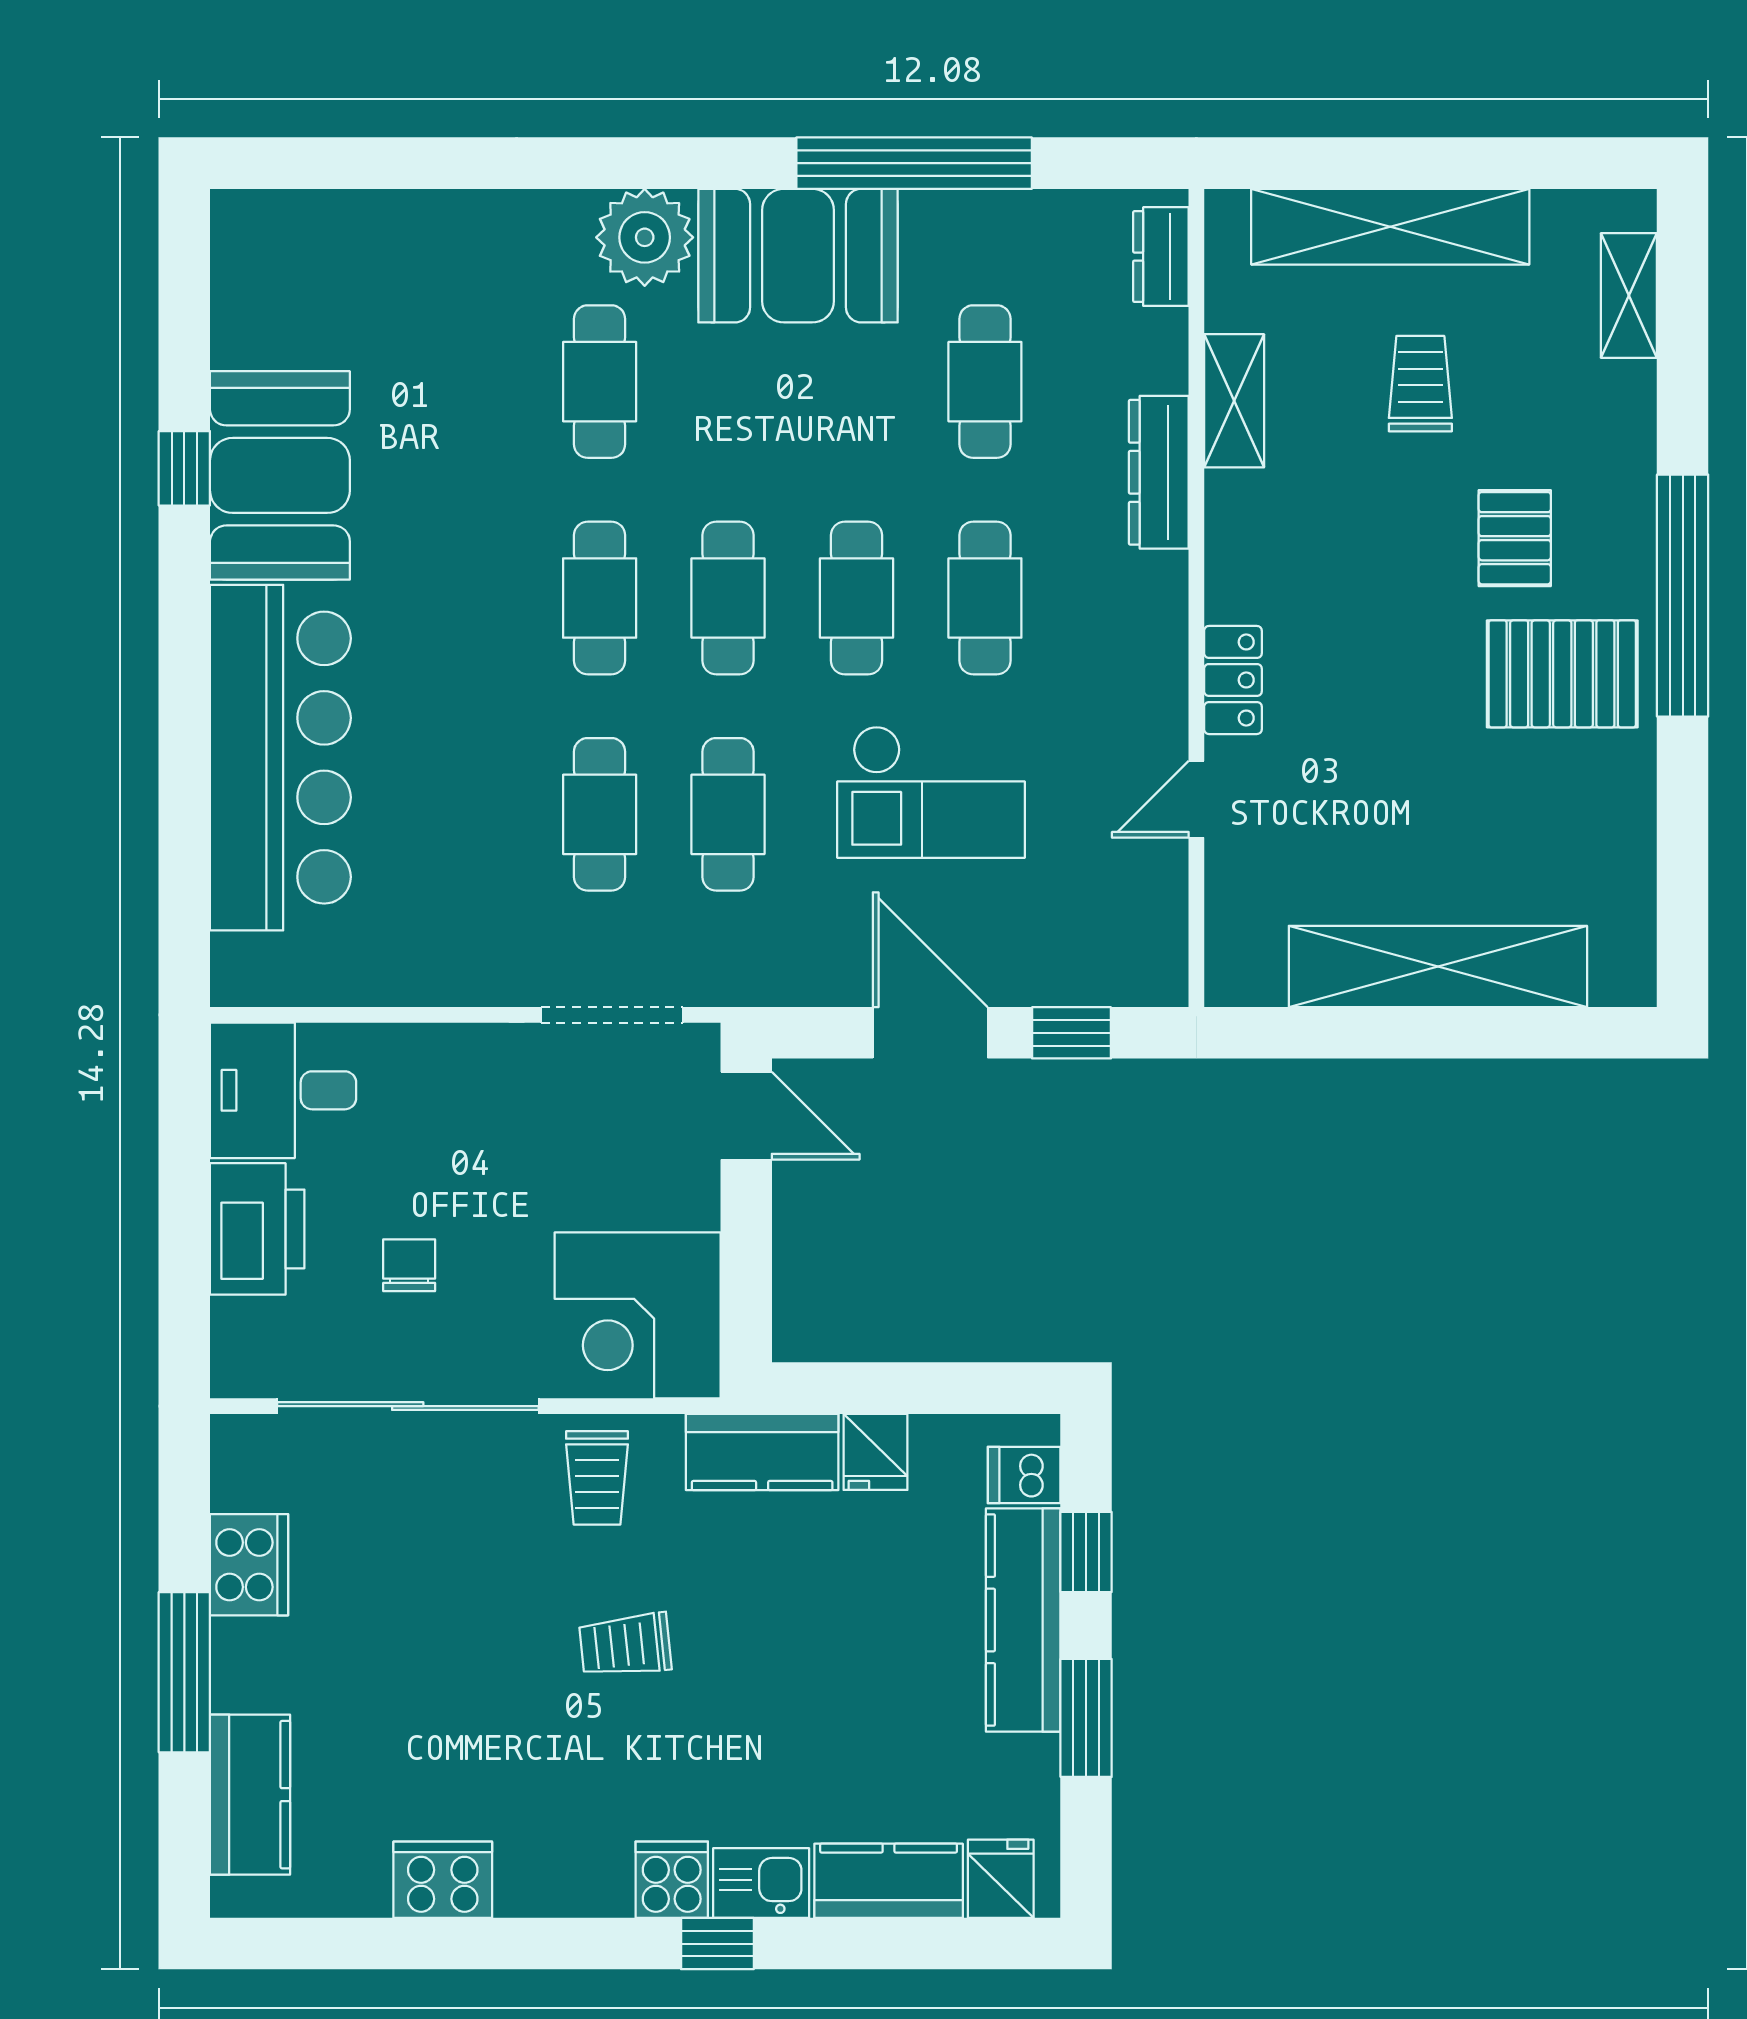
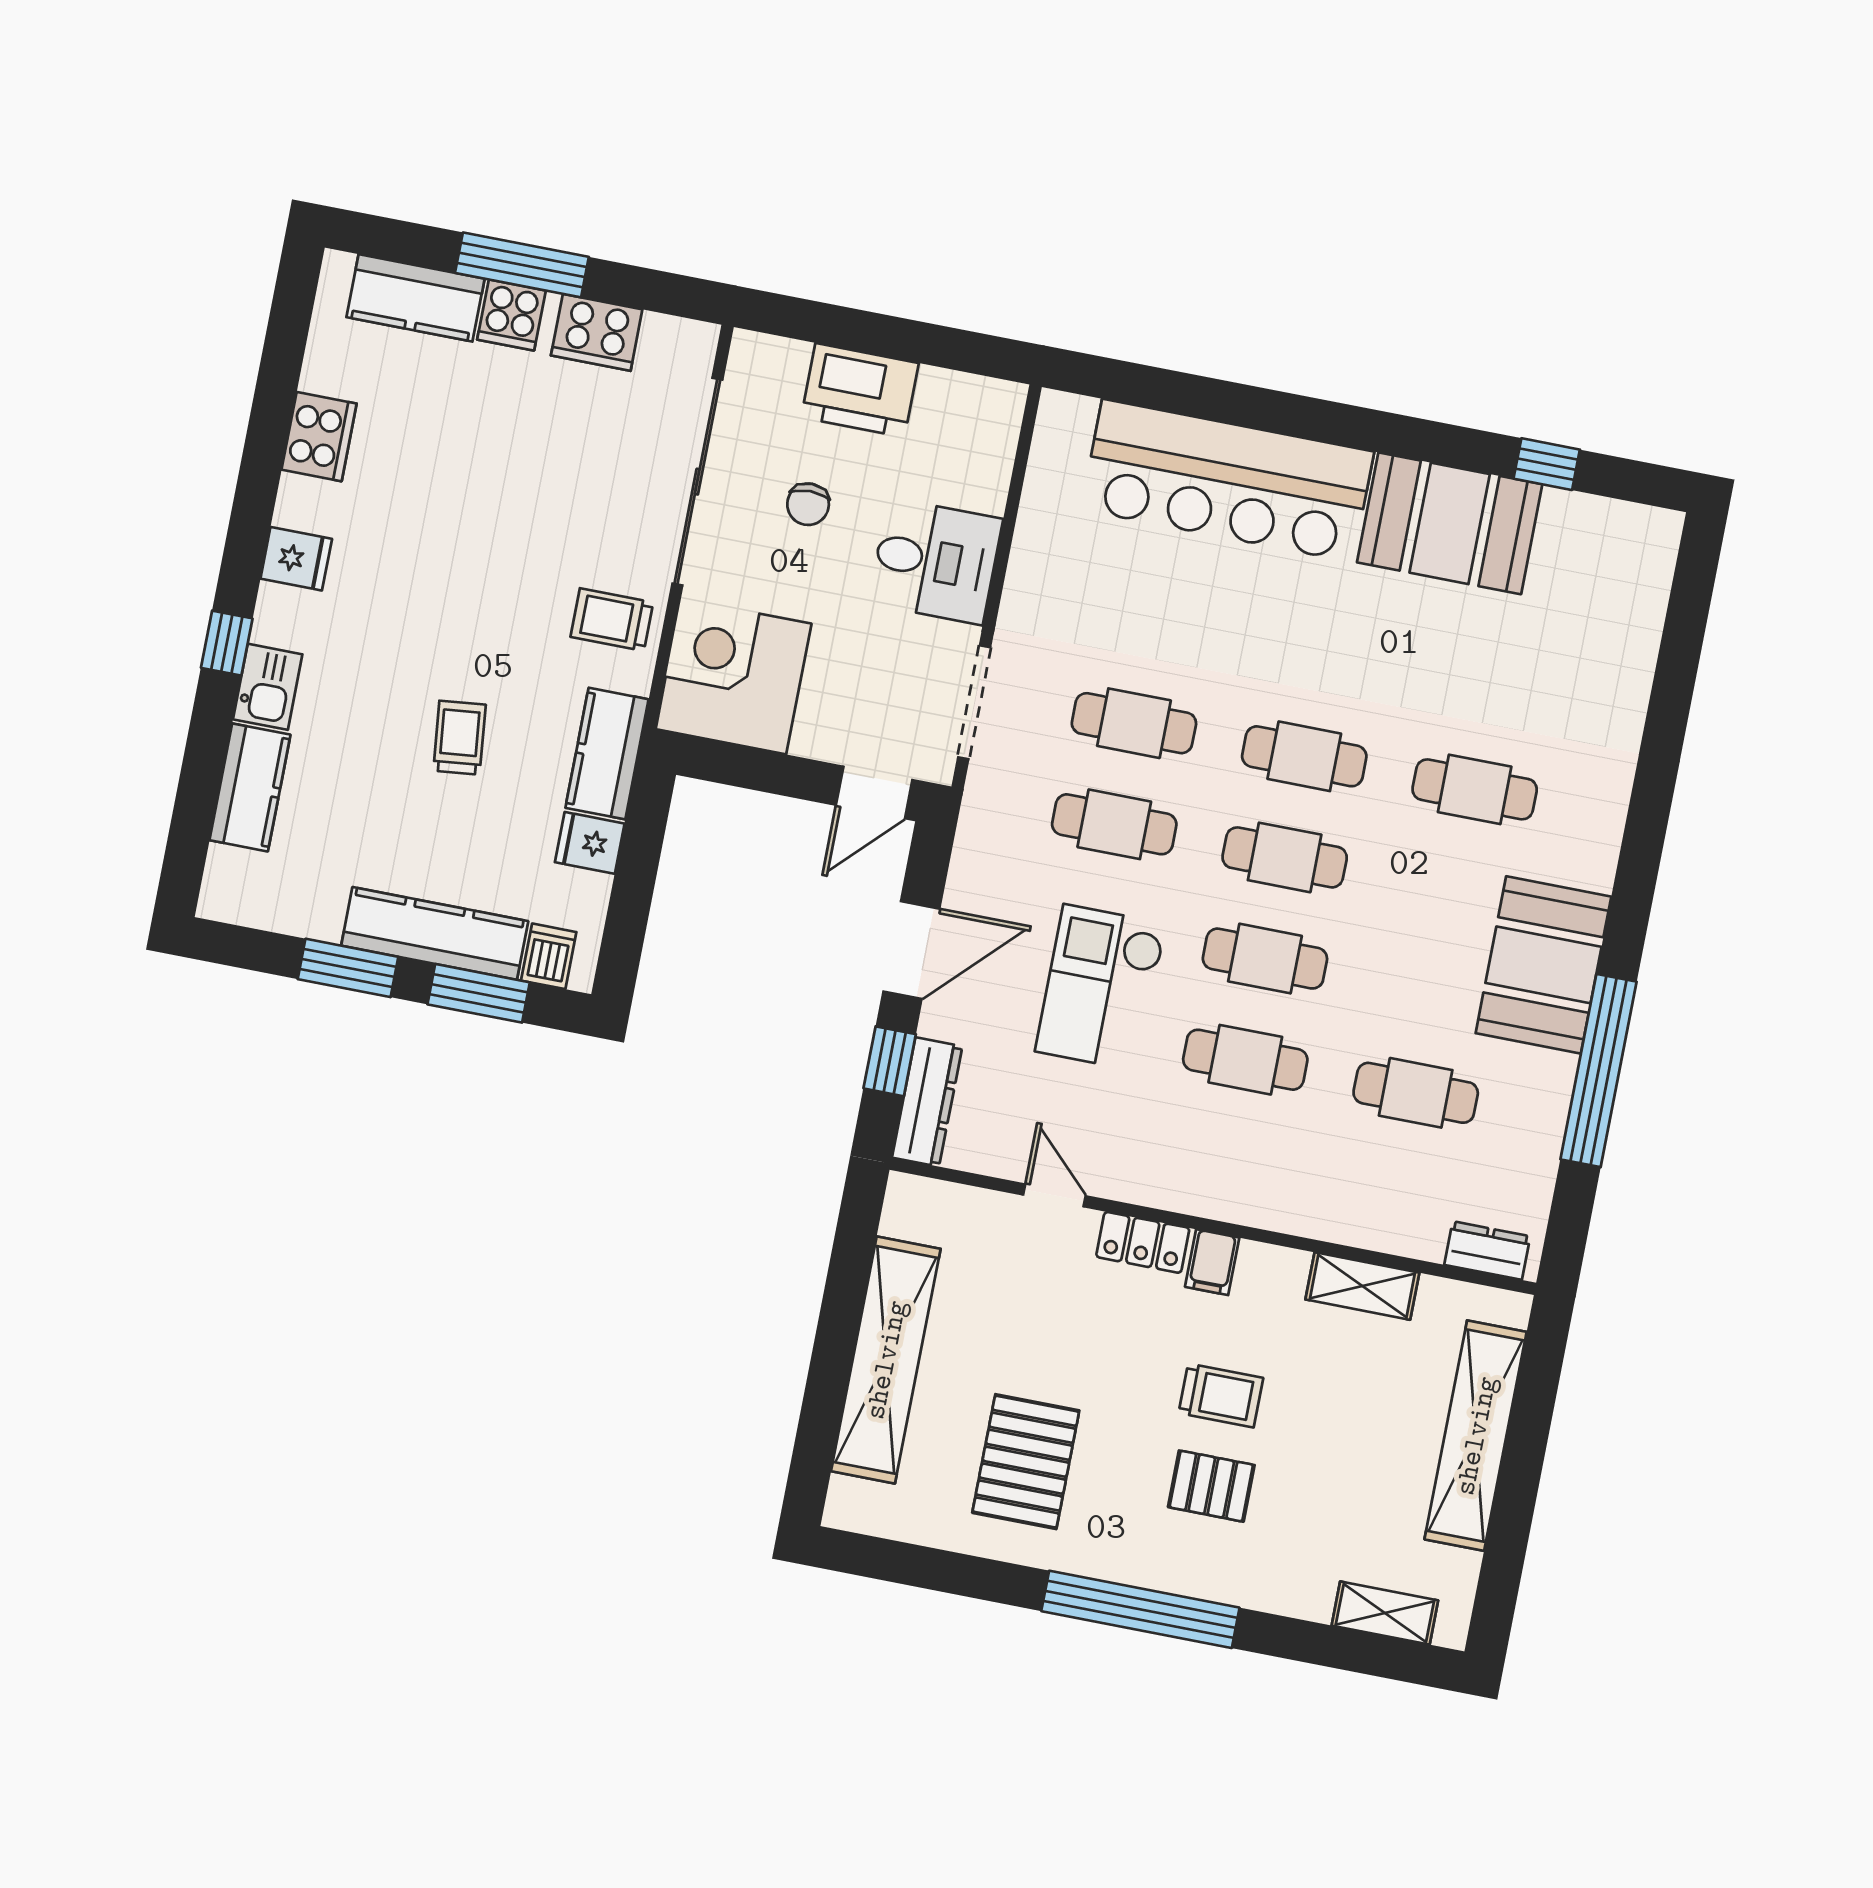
plant: (645, 237) -> (1581, 847), removed
trolley: (1420, 384) -> (1221, 1395), moved
window: (184, 468) -> (1547, 464), moved
dresser: (1159, 472) -> (927, 1102), moved, turned 90
filing cabinet: (1241, 590) -> (1212, 1262), added
pallet: (1562, 674) -> (1026, 1462), moved
desk: (283, 1090) -> (936, 561), moved, turned 90
chair: (409, 1265) -> (808, 504), turned 90
window: (1086, 1552) -> (479, 993), width x1.50
trolley: (625, 1645) -> (459, 738), moved
fridge: (1001, 1879) -> (296, 559), moved
cooker: (672, 1880) -> (511, 315), moved, turned 90

